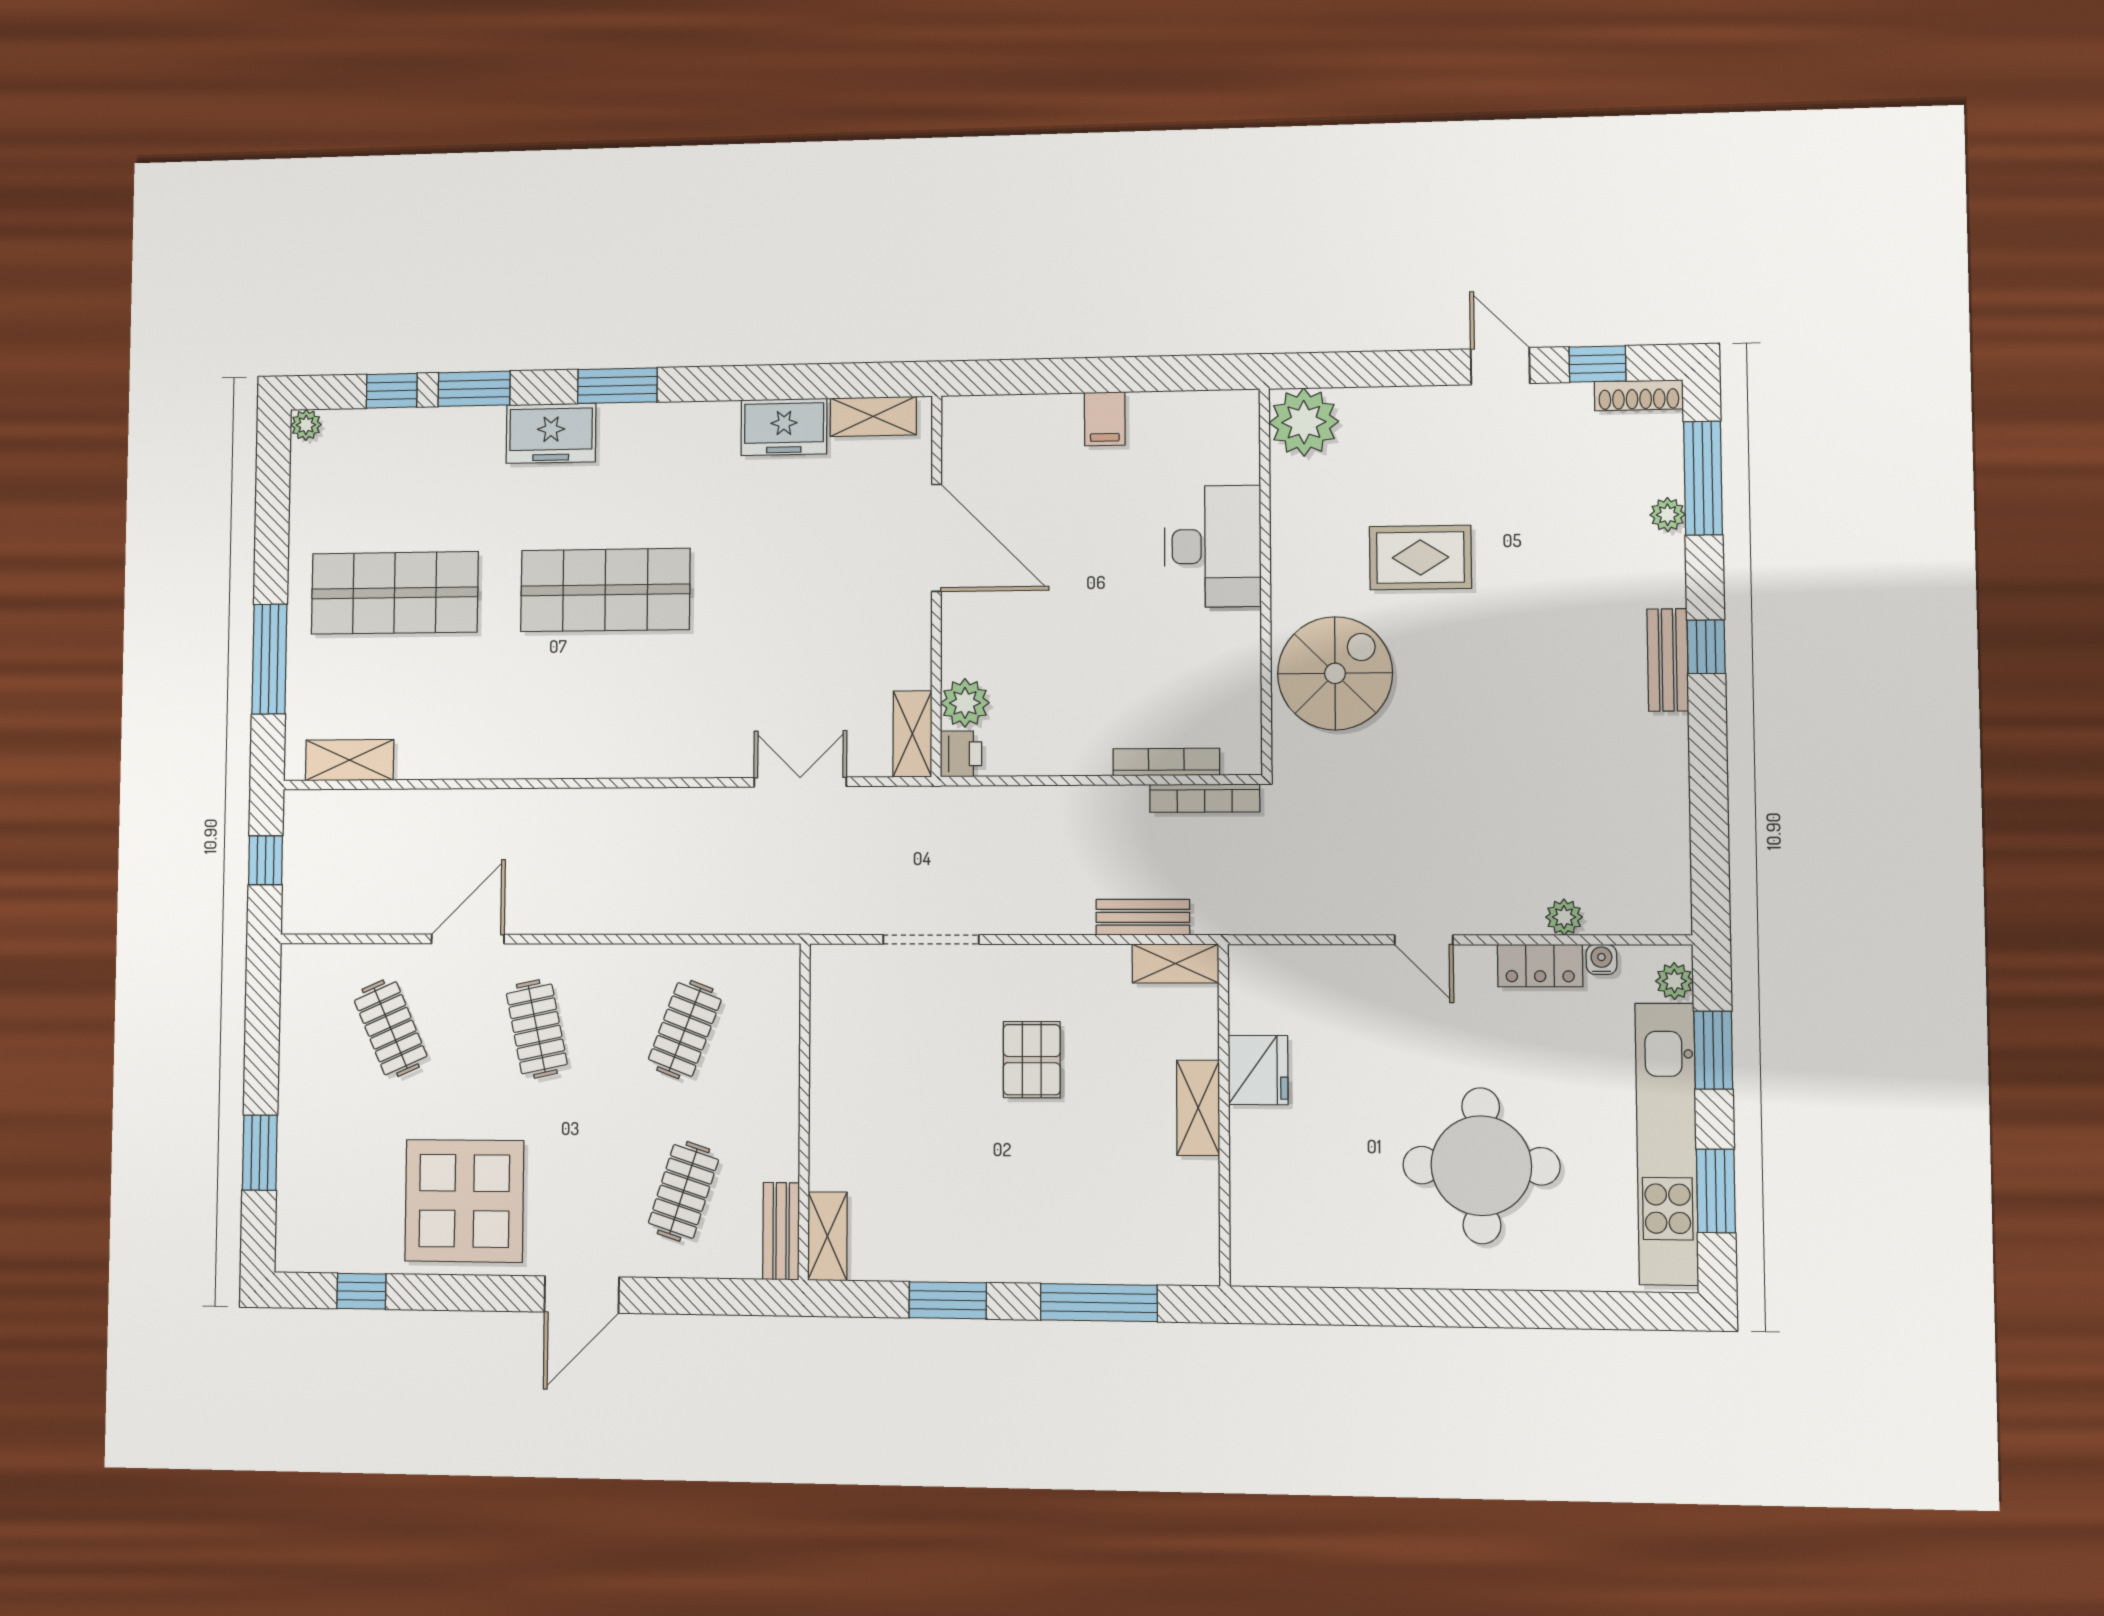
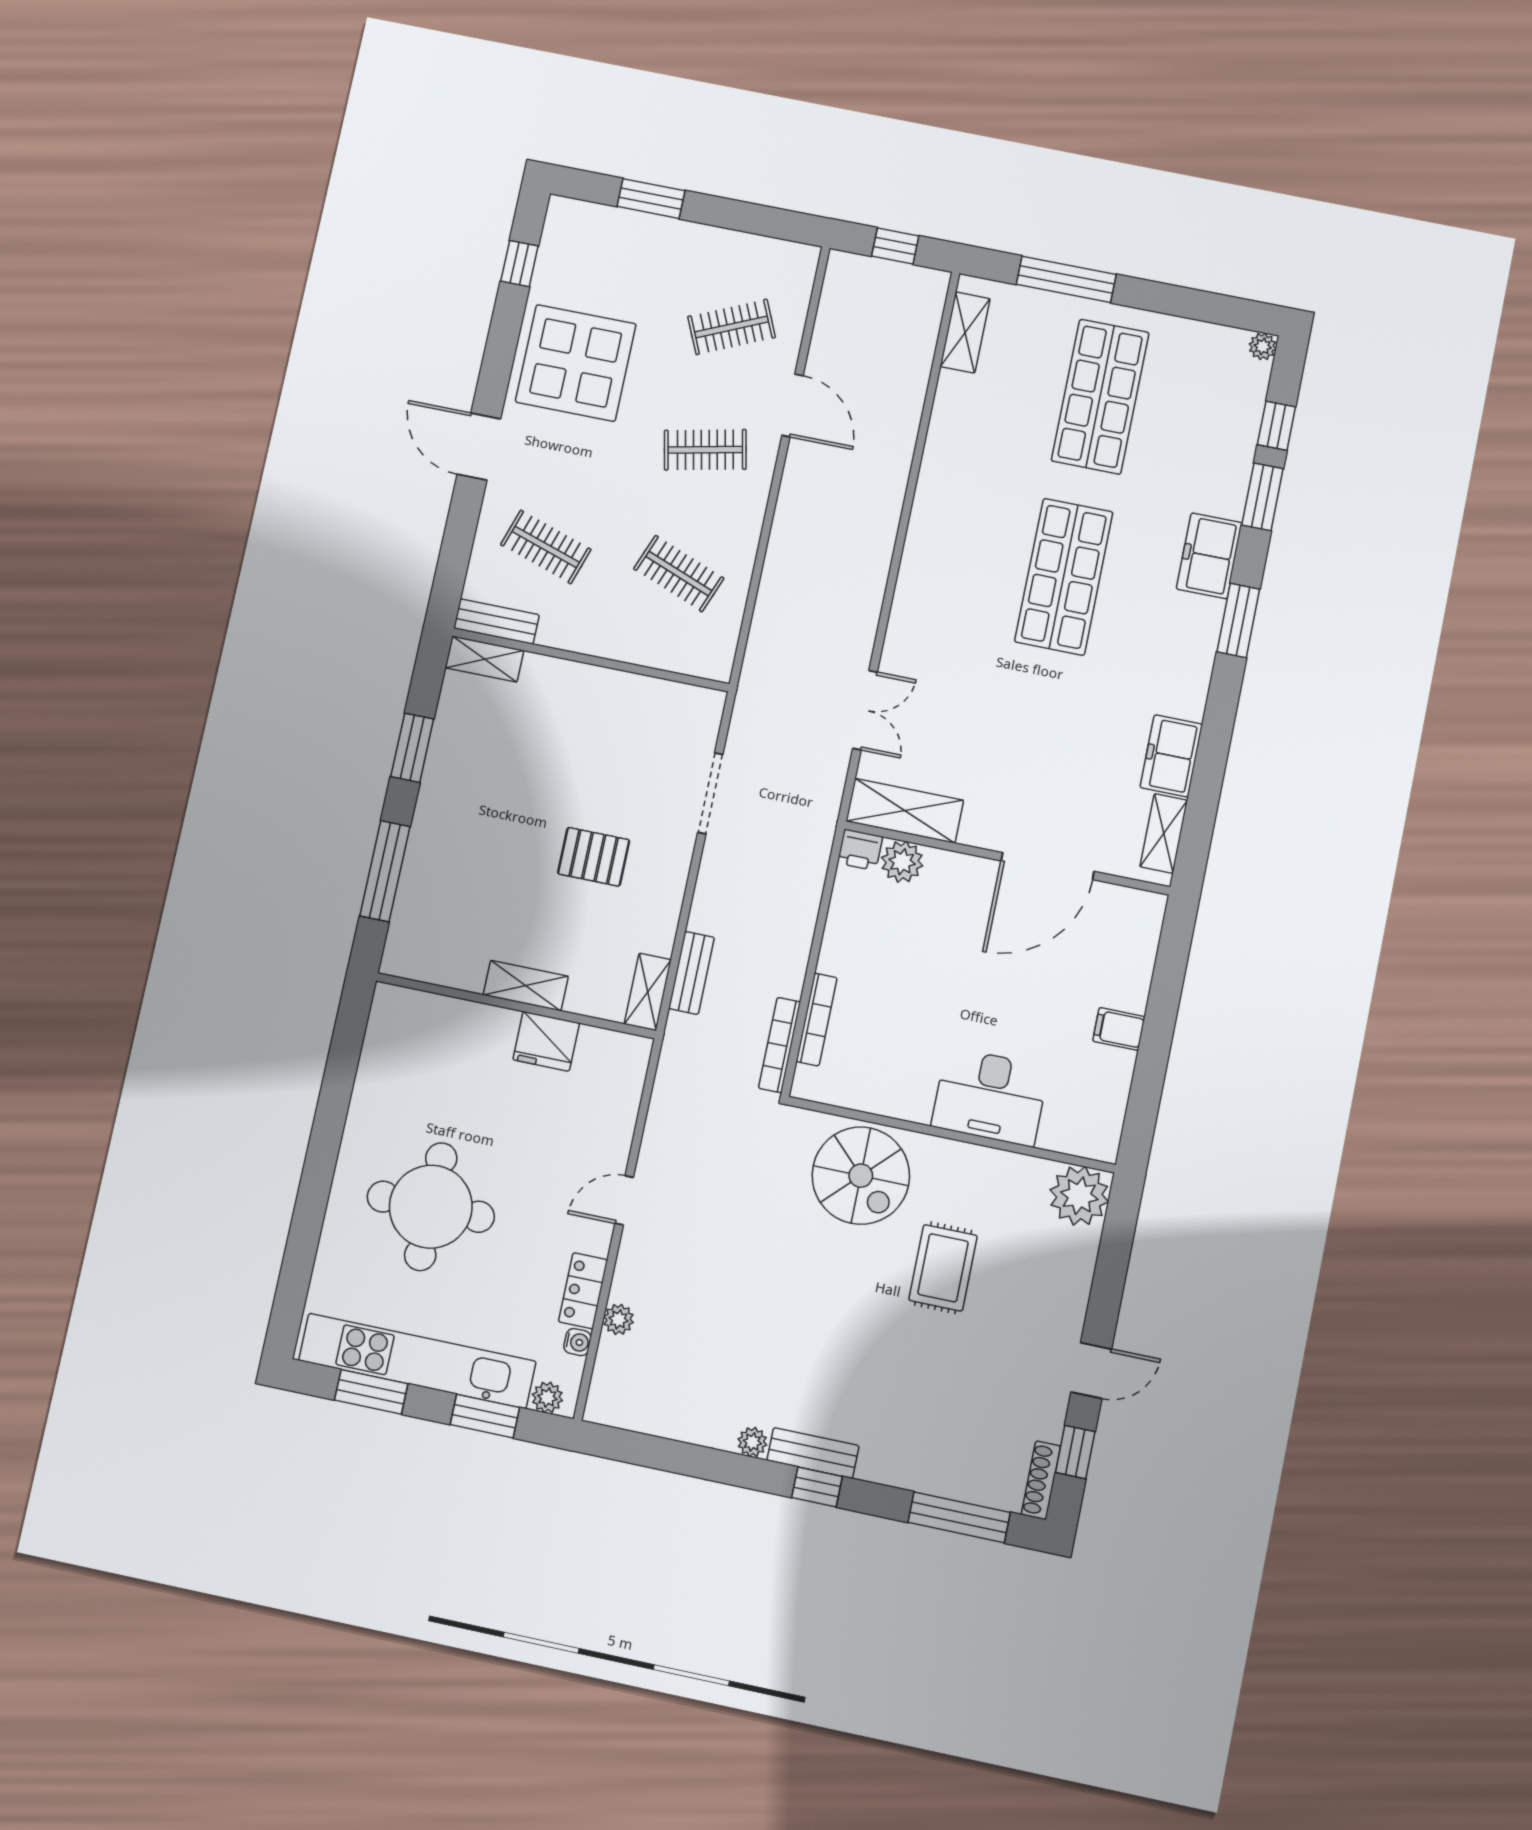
plant: (1668, 515) -> (752, 1442), moved
shelving: (912, 734) -> (905, 811), width x1.50, depth x1.33

